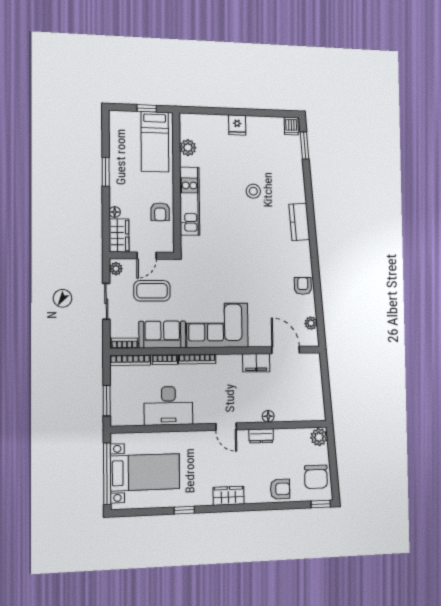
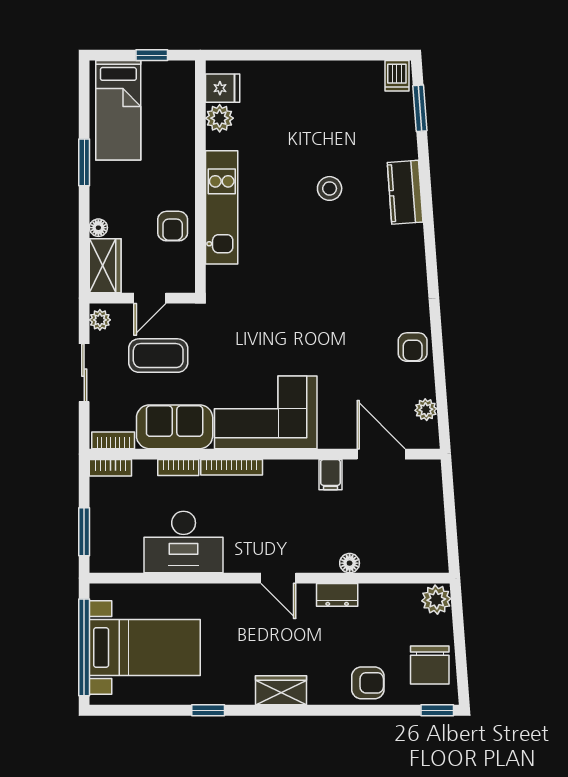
fridge: (237, 125) -> (223, 88), moved, turned -90
bed: (155, 142) -> (118, 110), moved
kitchen counter: (299, 222) -> (405, 192), moved
armchair: (303, 286) -> (413, 347), turned 180
bookcase: (130, 360) -> (110, 468), width x0.64
filing cabinet: (256, 363) -> (330, 475), width x0.50

